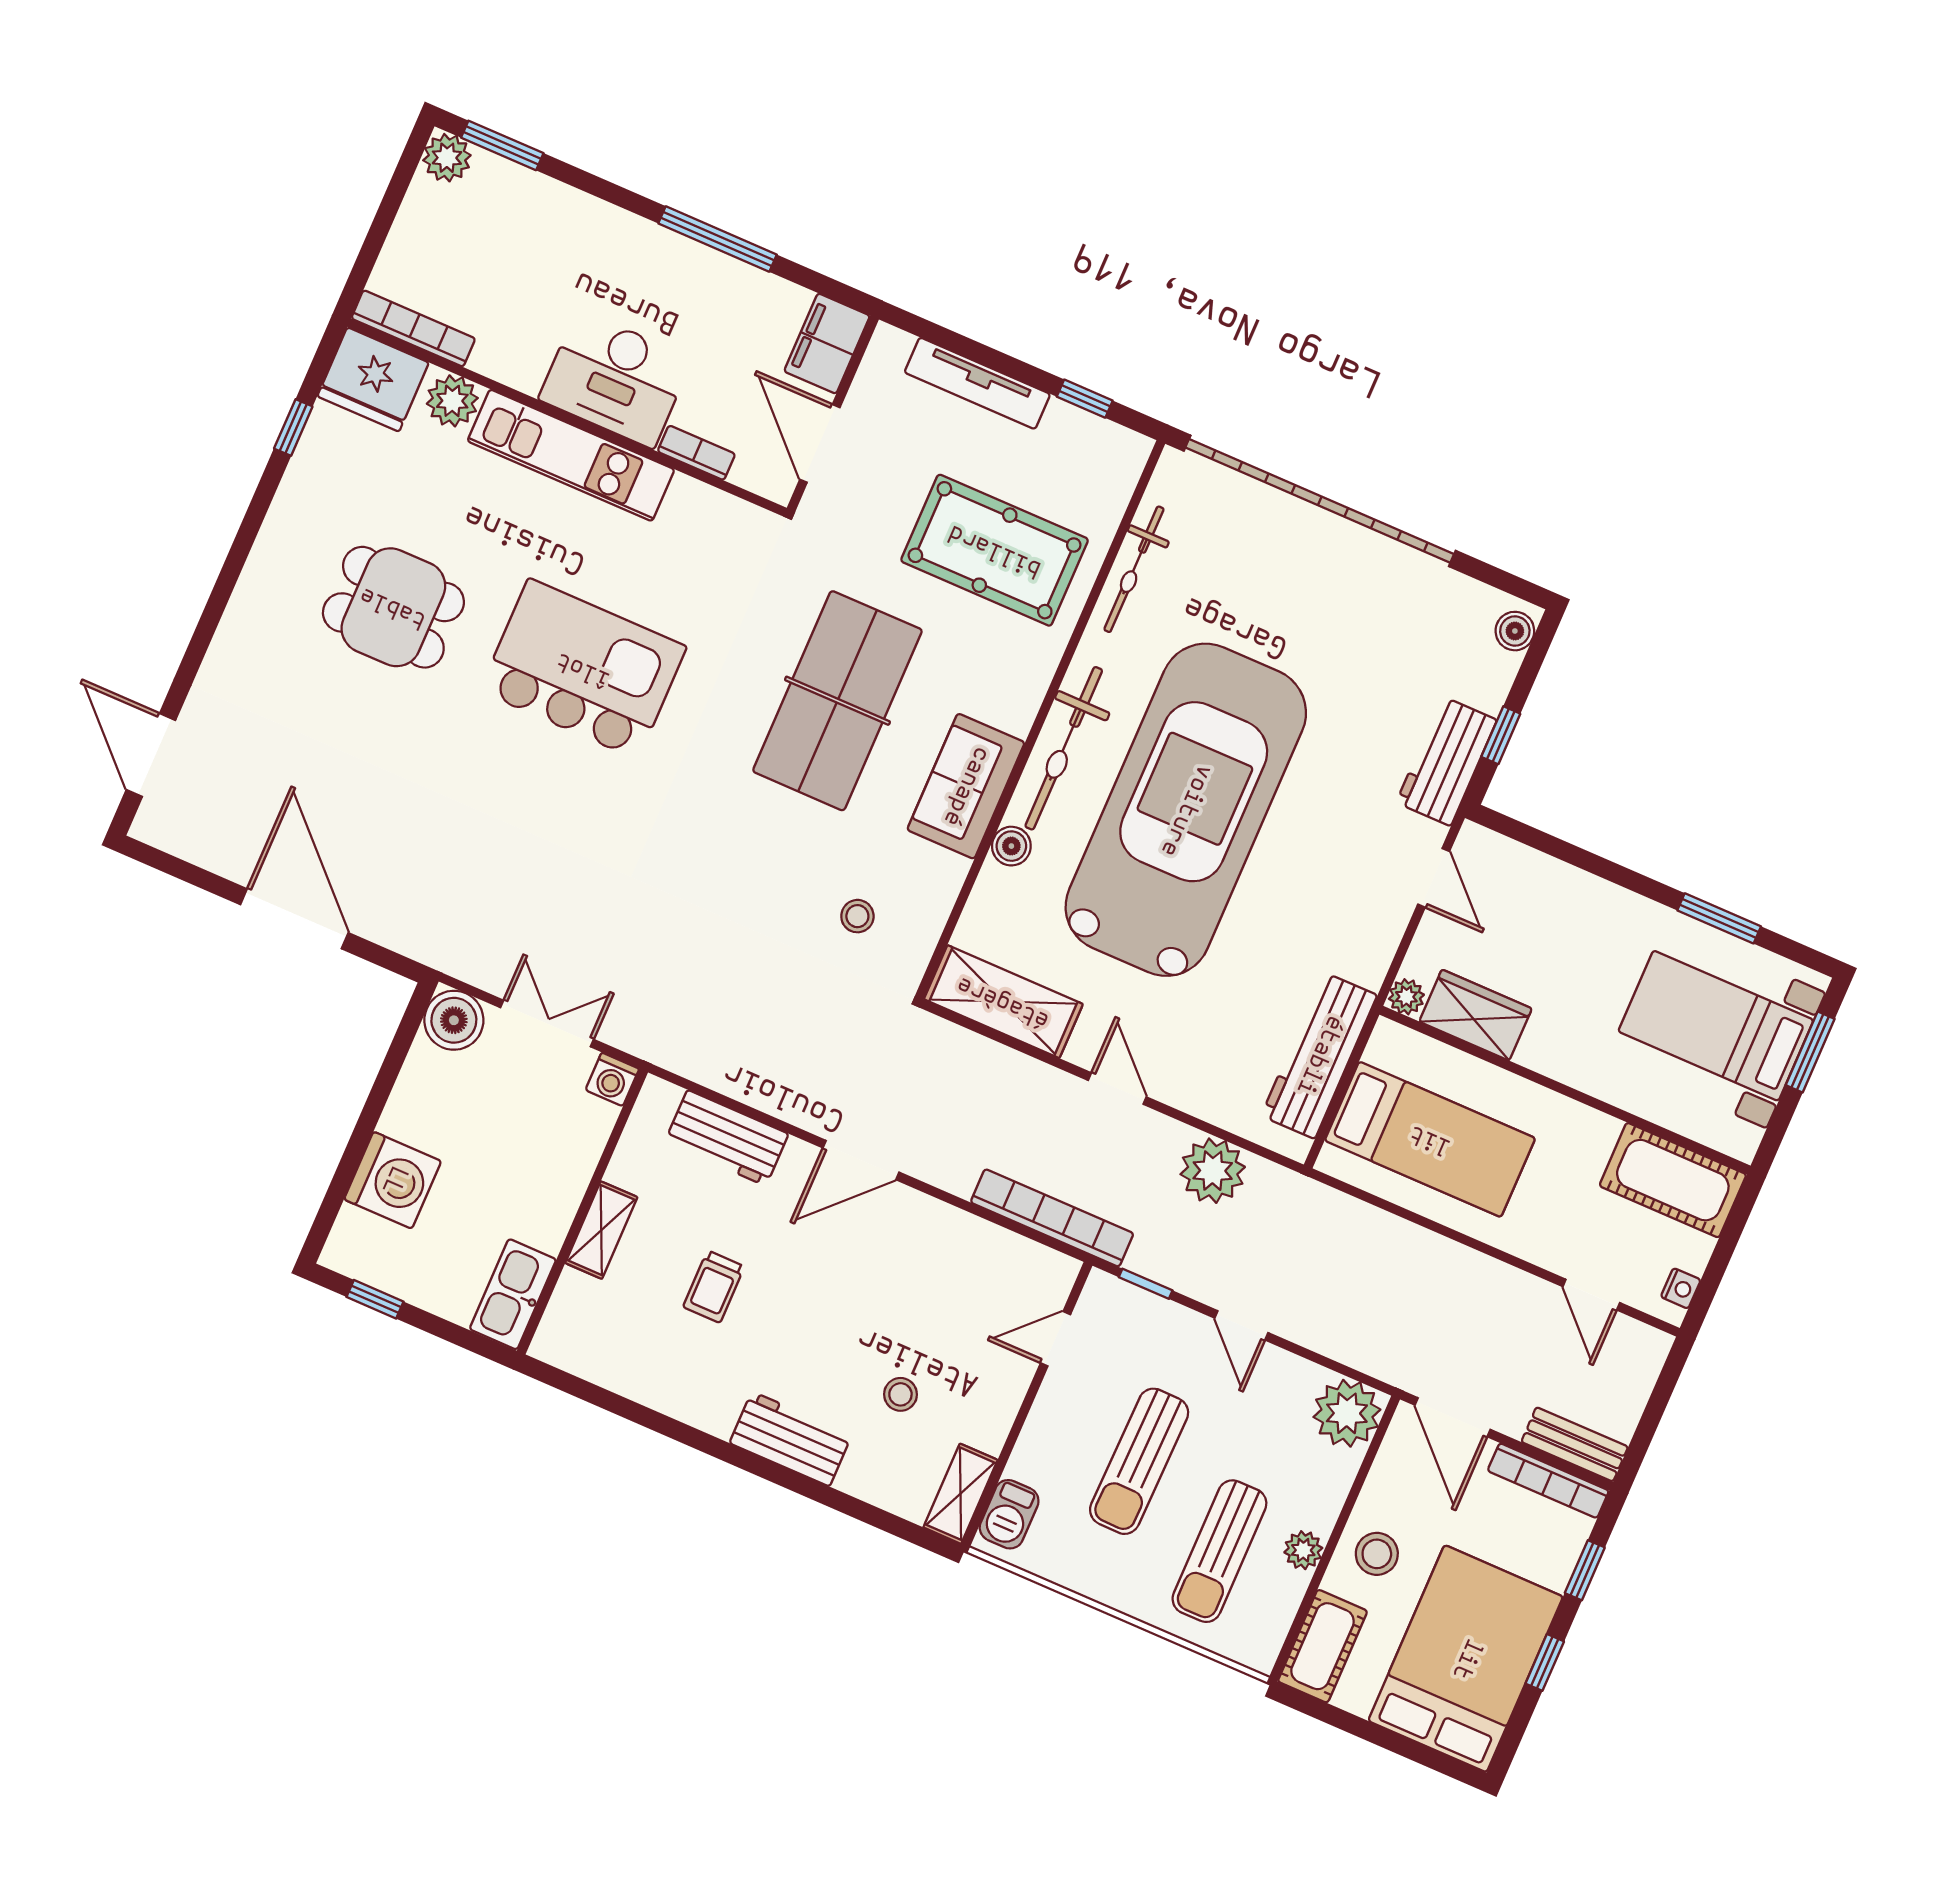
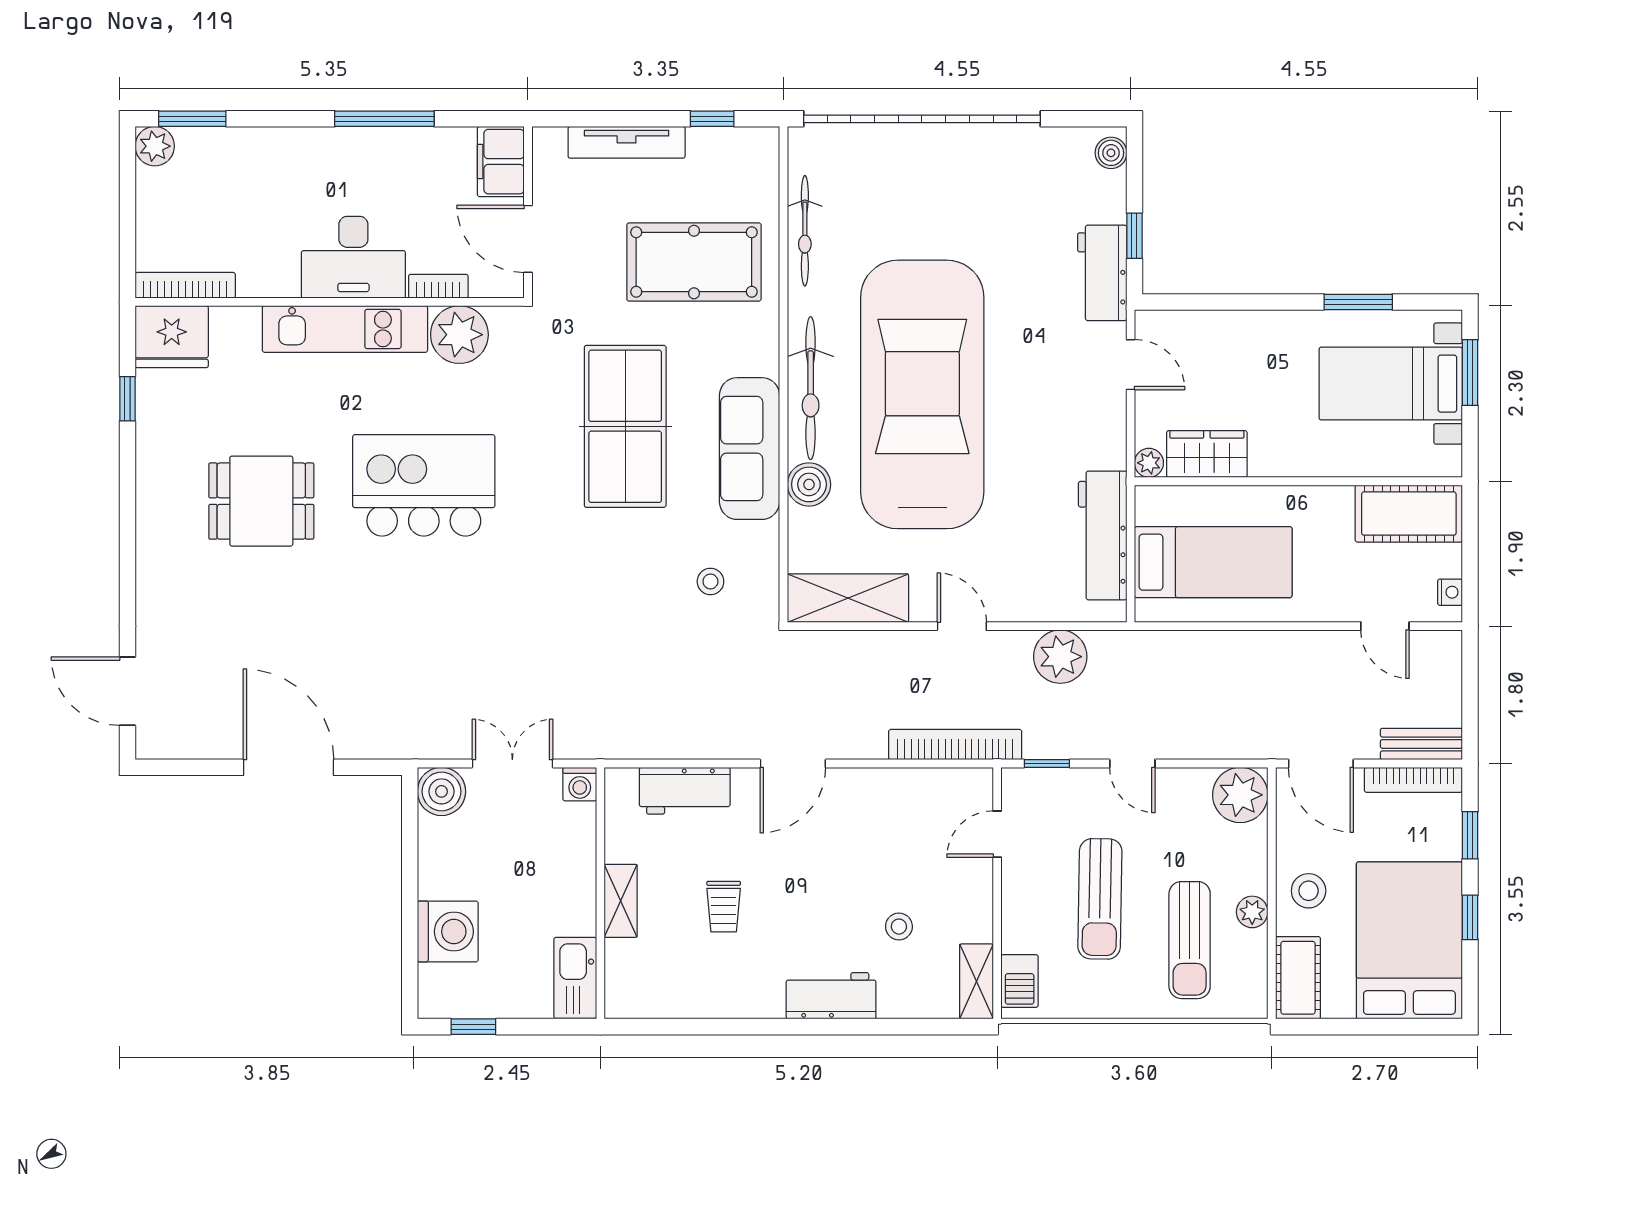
plant: (452, 401) -> (459, 335), moved, width x1.36, depth x1.36
sofa: (966, 786) -> (750, 449), width x1.36
boiler: (1011, 846) -> (809, 484), width x1.36, depth x1.36

